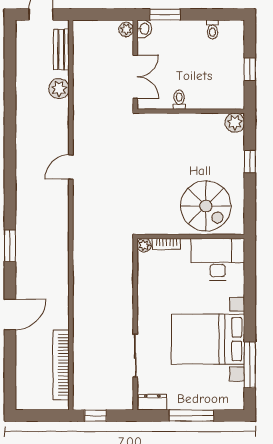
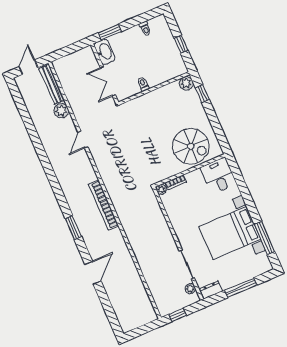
plant: (126, 29) -> (190, 289), moved
washbasin: (144, 29) -> (105, 52), width x1.91, depth x1.45
bench: (61, 49) -> (52, 84), width x1.36
double door: (135, 77) -> (108, 81), swing flipped
window: (250, 162) -> (202, 93), moved
door: (71, 167) -> (83, 140), moved
desk: (218, 259) -> (218, 176), width x0.73
bookcase: (61, 365) -> (104, 205), moved

